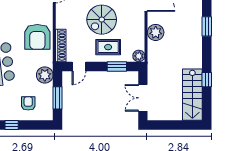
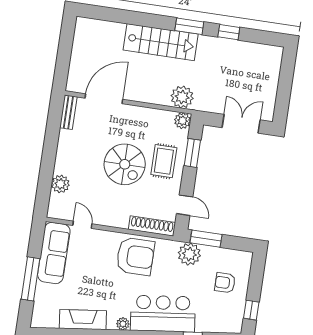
window: (207, 26) -> (189, 26), moved
plant: (156, 32) -> (182, 97), moved
stairs: (192, 95) -> (161, 42), moved
window: (58, 98) -> (206, 239), moved
double door: (143, 98) -> (241, 124), swing flipped

